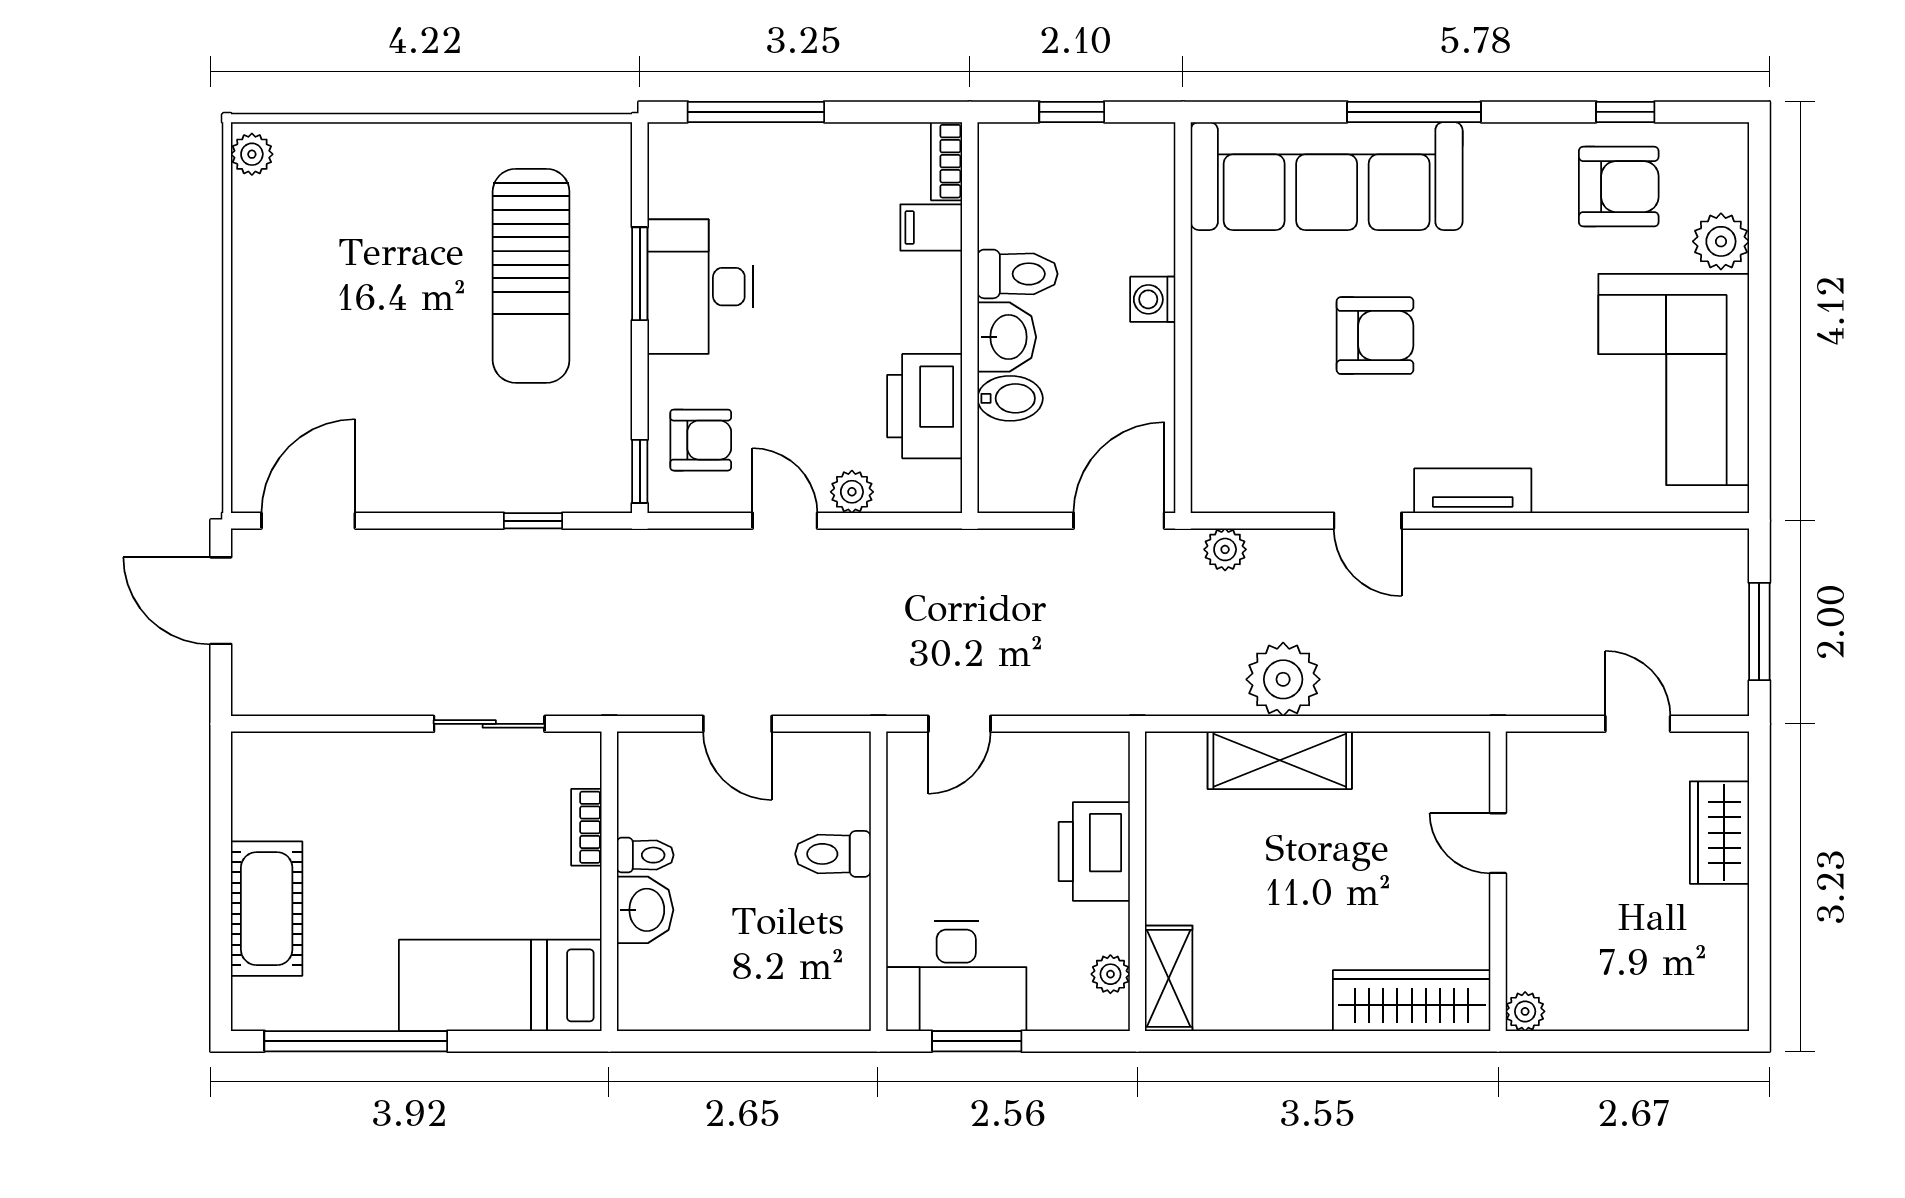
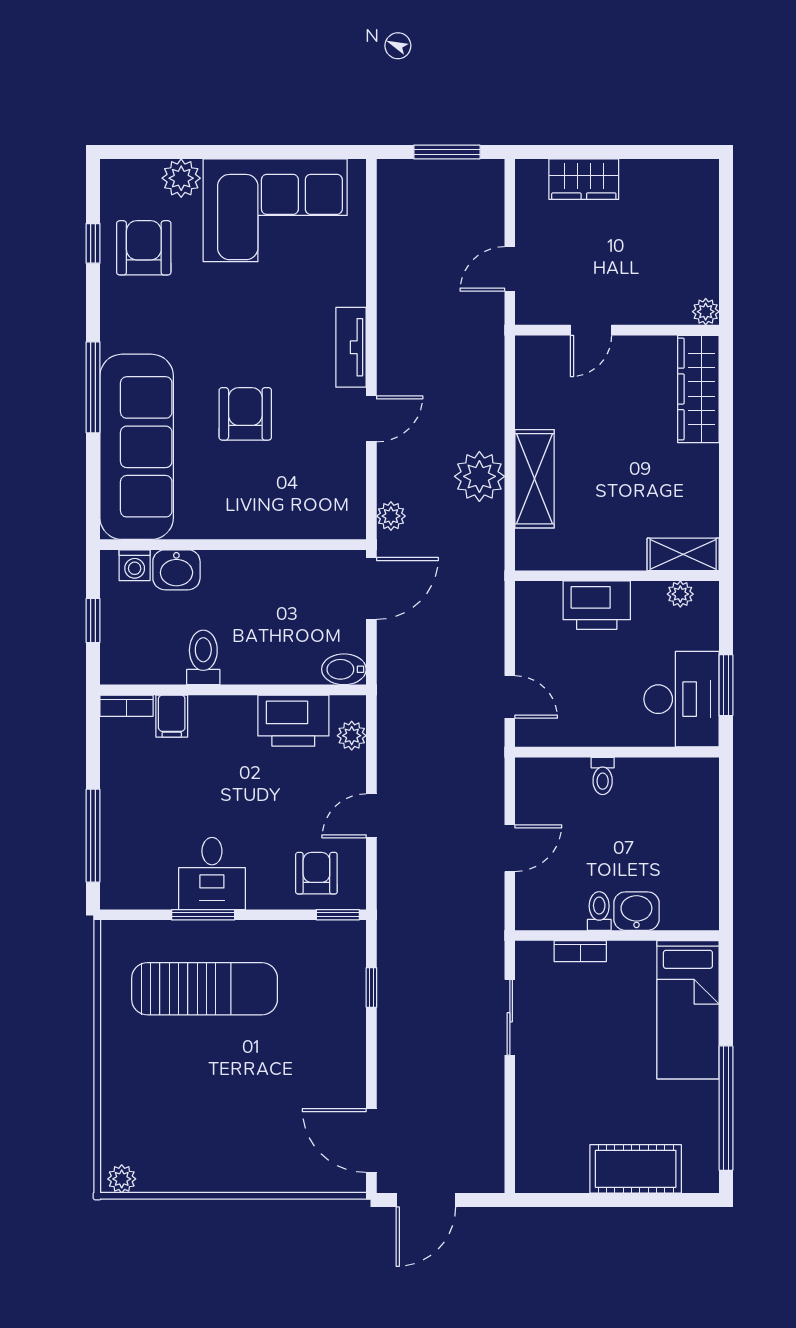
desk: (700, 287) -> (212, 873), width x0.73
washing machine: (1153, 299) -> (135, 565), moved
washbasin: (1007, 337) -> (176, 570), moved, turned 180
bidet: (1010, 398) -> (344, 669), moved, turned -90
plant: (852, 492) -> (352, 736), moved
door: (1119, 521) -> (371, 588), swing flipped
door: (1638, 724) -> (510, 269), moved
toilet: (833, 854) -> (603, 776), width x0.73, depth x0.72

